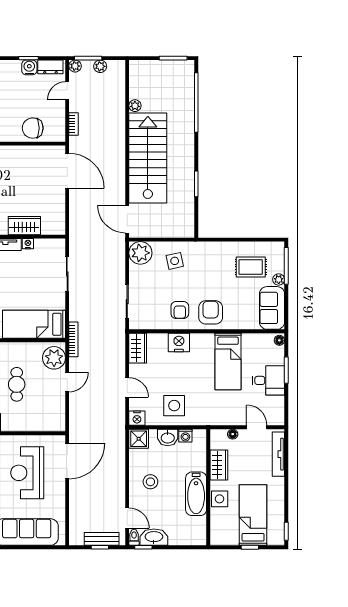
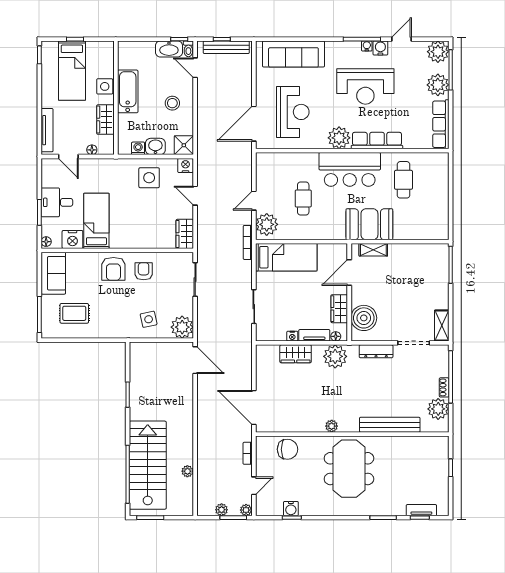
dresser: (50, 67) -> (270, 509), removed
stairs: (148, 158) -> (148, 465), moved, turned 180
plant: (279, 279) -> (47, 301), removed
nightstand: (179, 342) -> (72, 240), moved
bench: (102, 539) -> (226, 47), width x1.36

